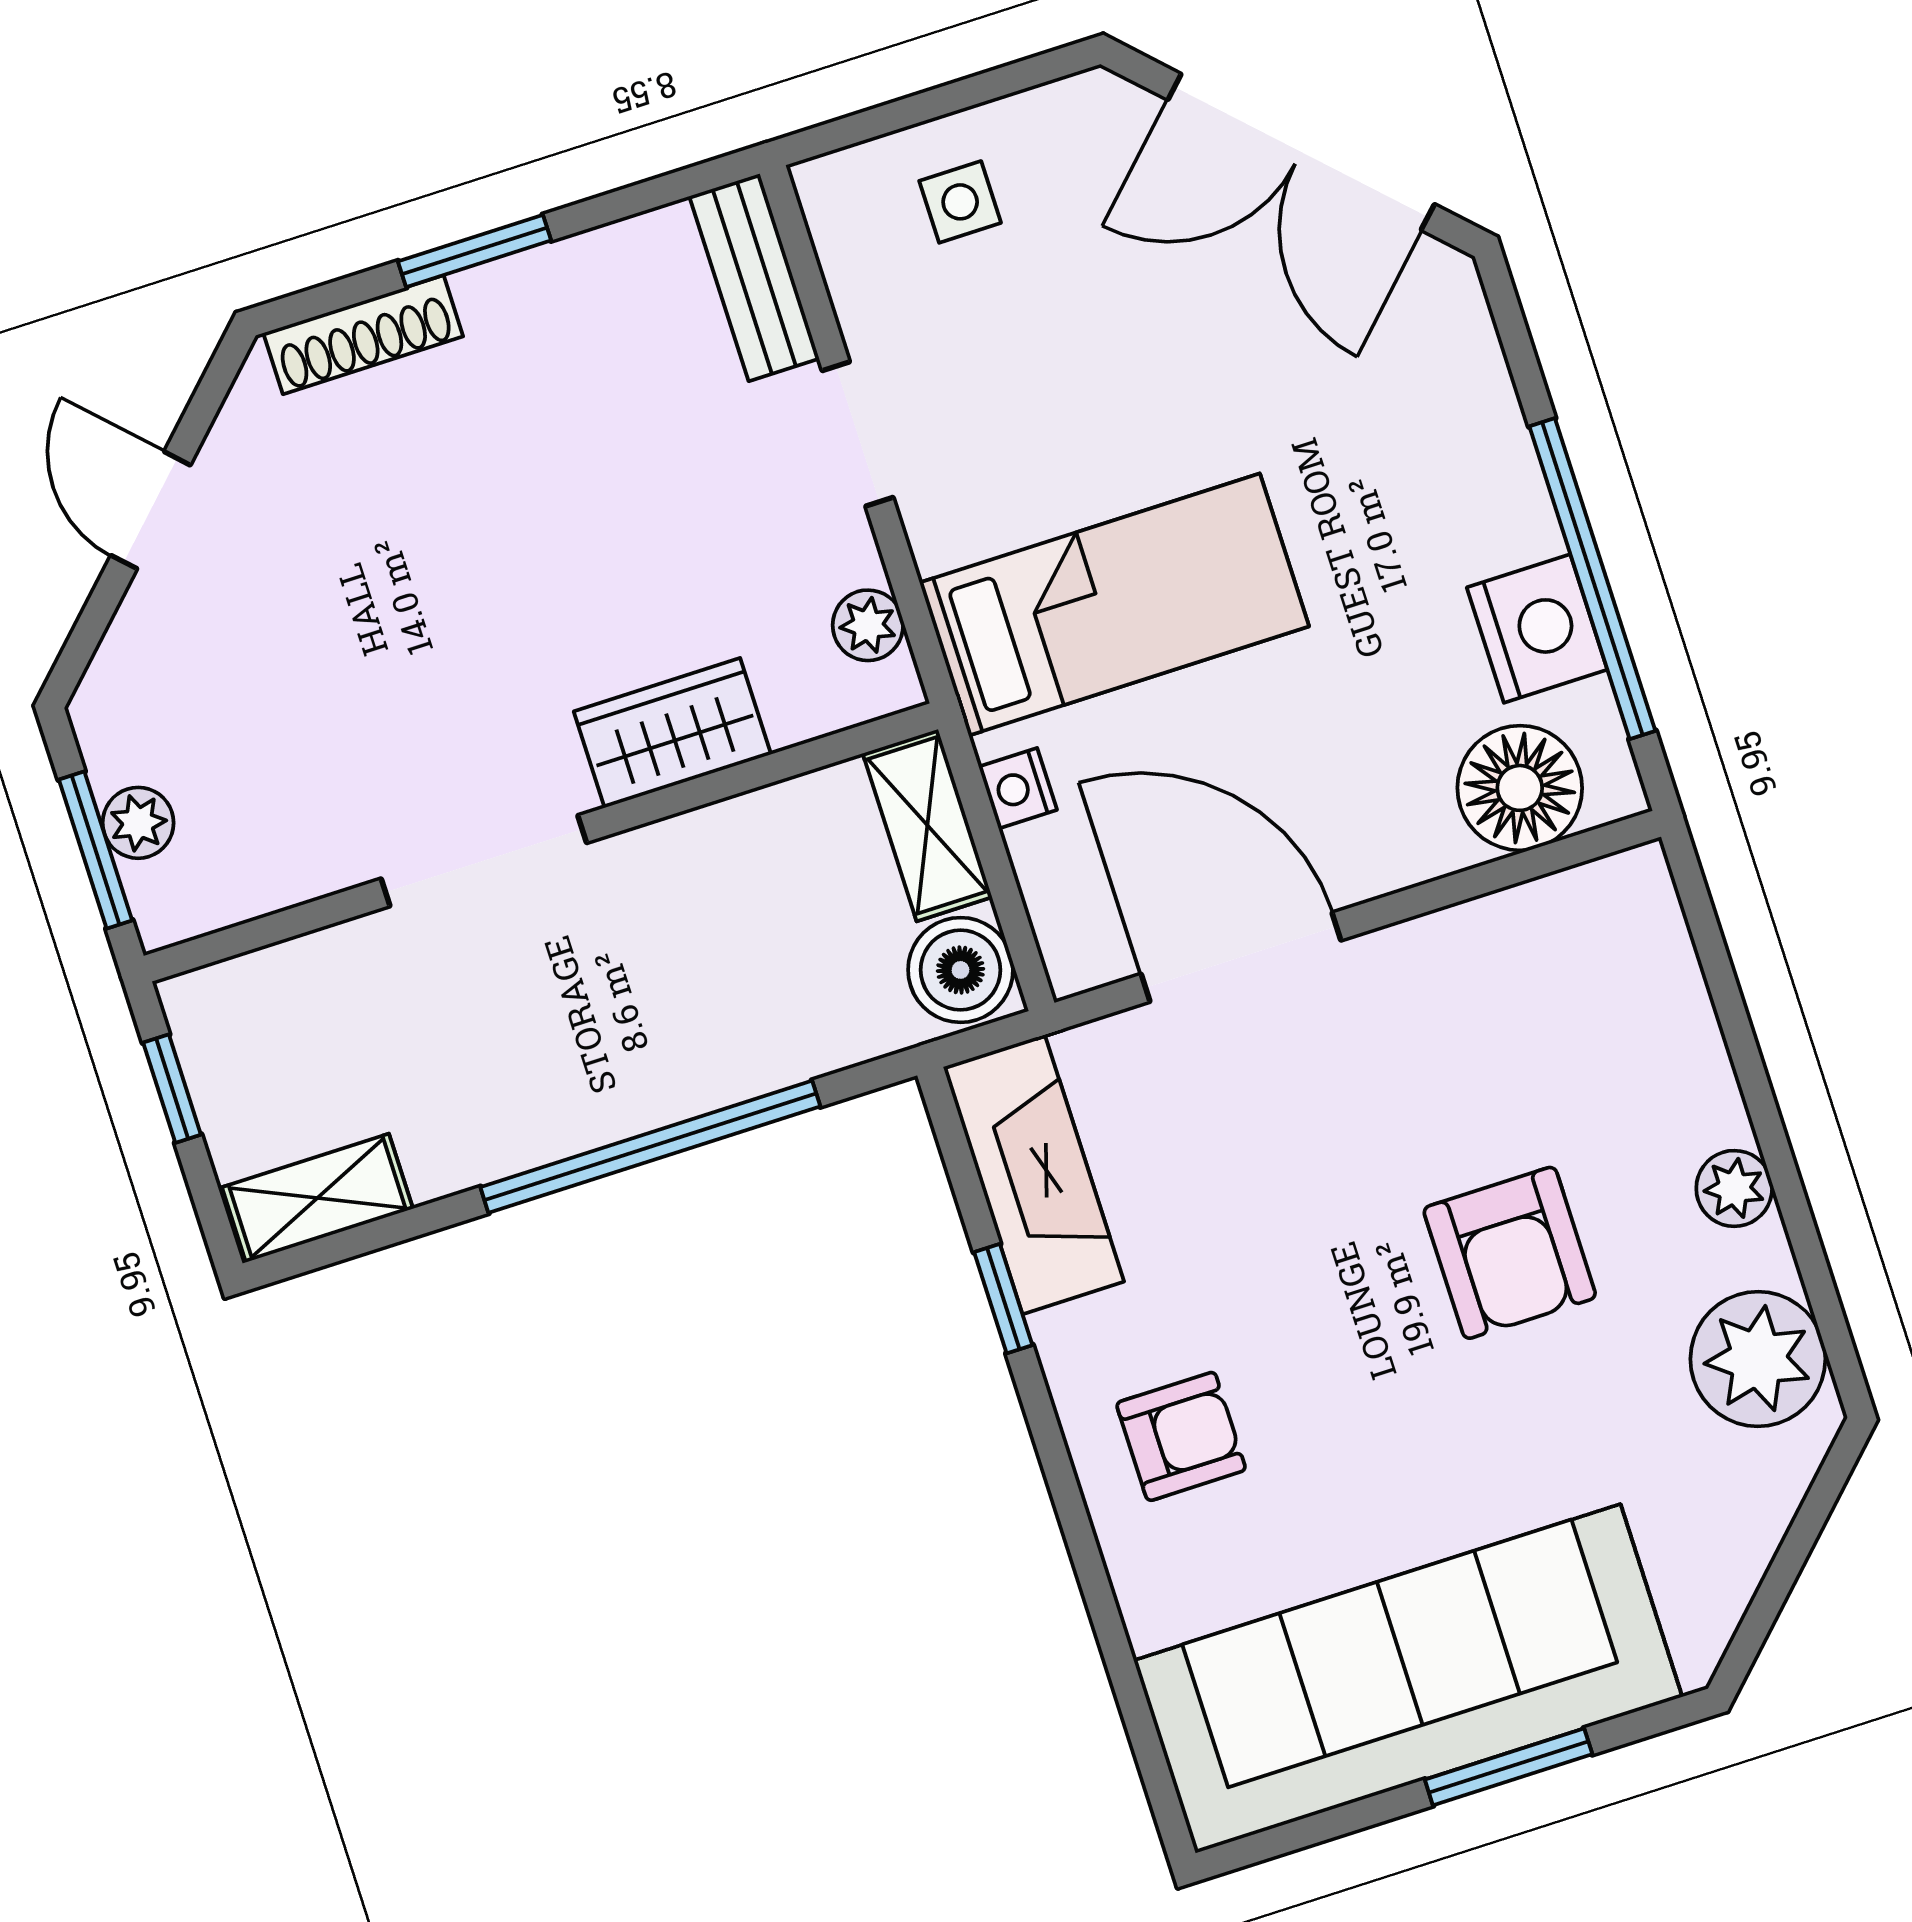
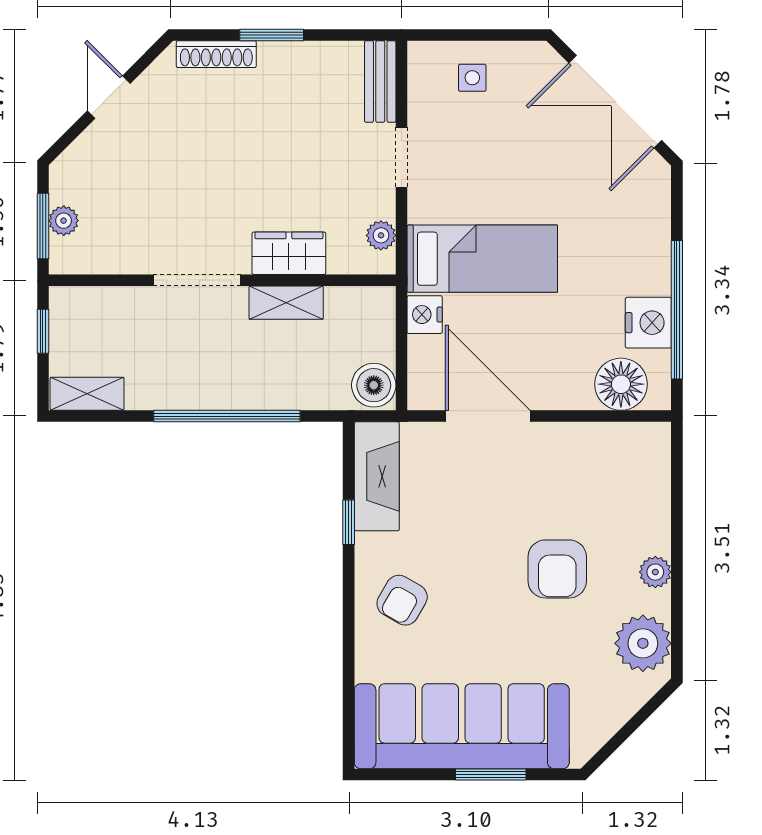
nightstand: (1018, 788) -> (425, 315), width x1.39, depth x1.35
shelving: (927, 825) -> (286, 303), moved, turned 90
armchair: (1181, 1436) -> (402, 600), turned 120

